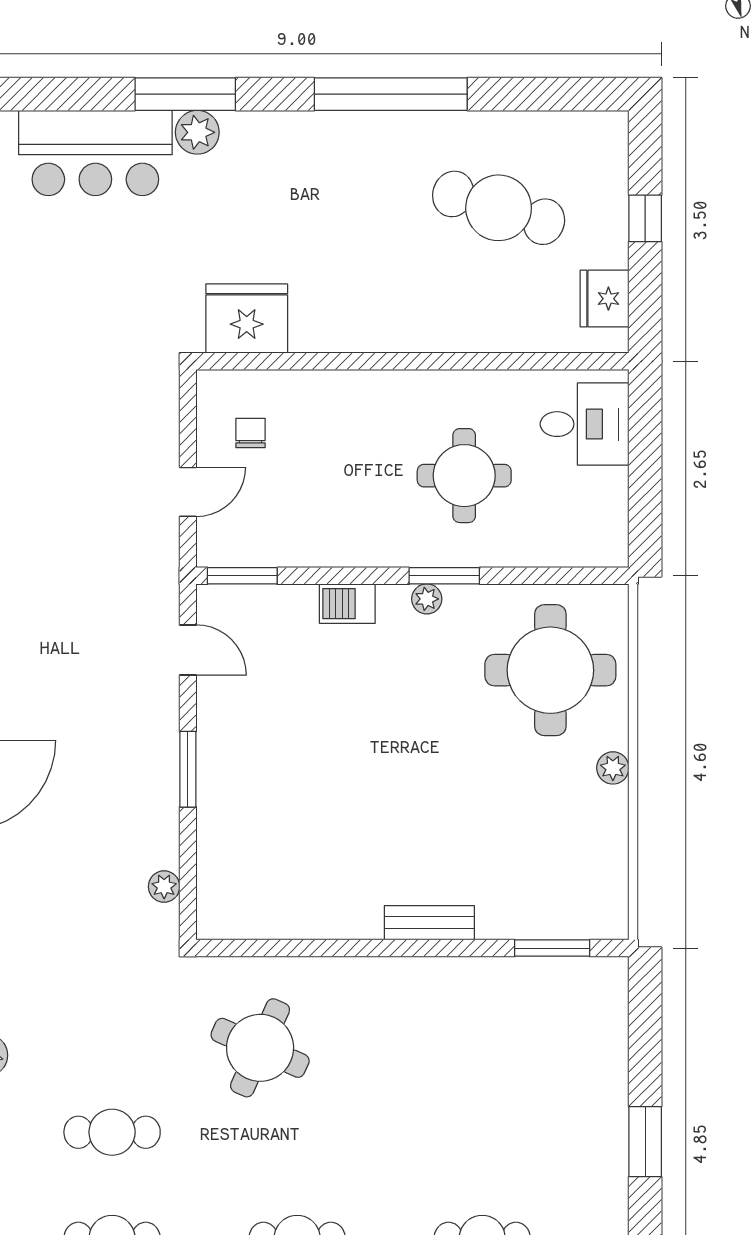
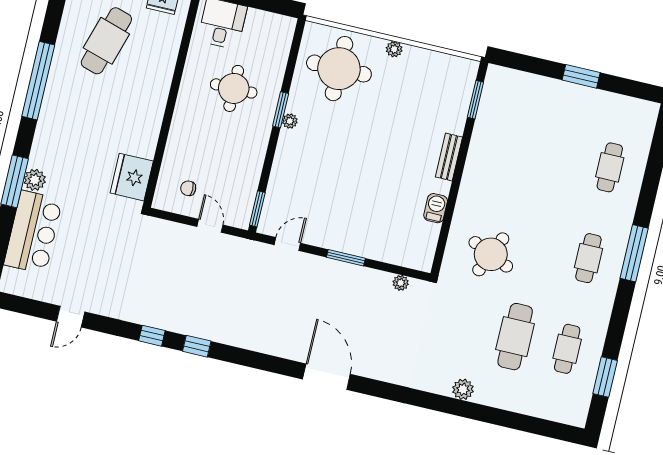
barbecue: (347, 604) -> (436, 208), moved, turned 180
cafe table: (112, 1132) -> (515, 337), width x1.37, depth x1.35

